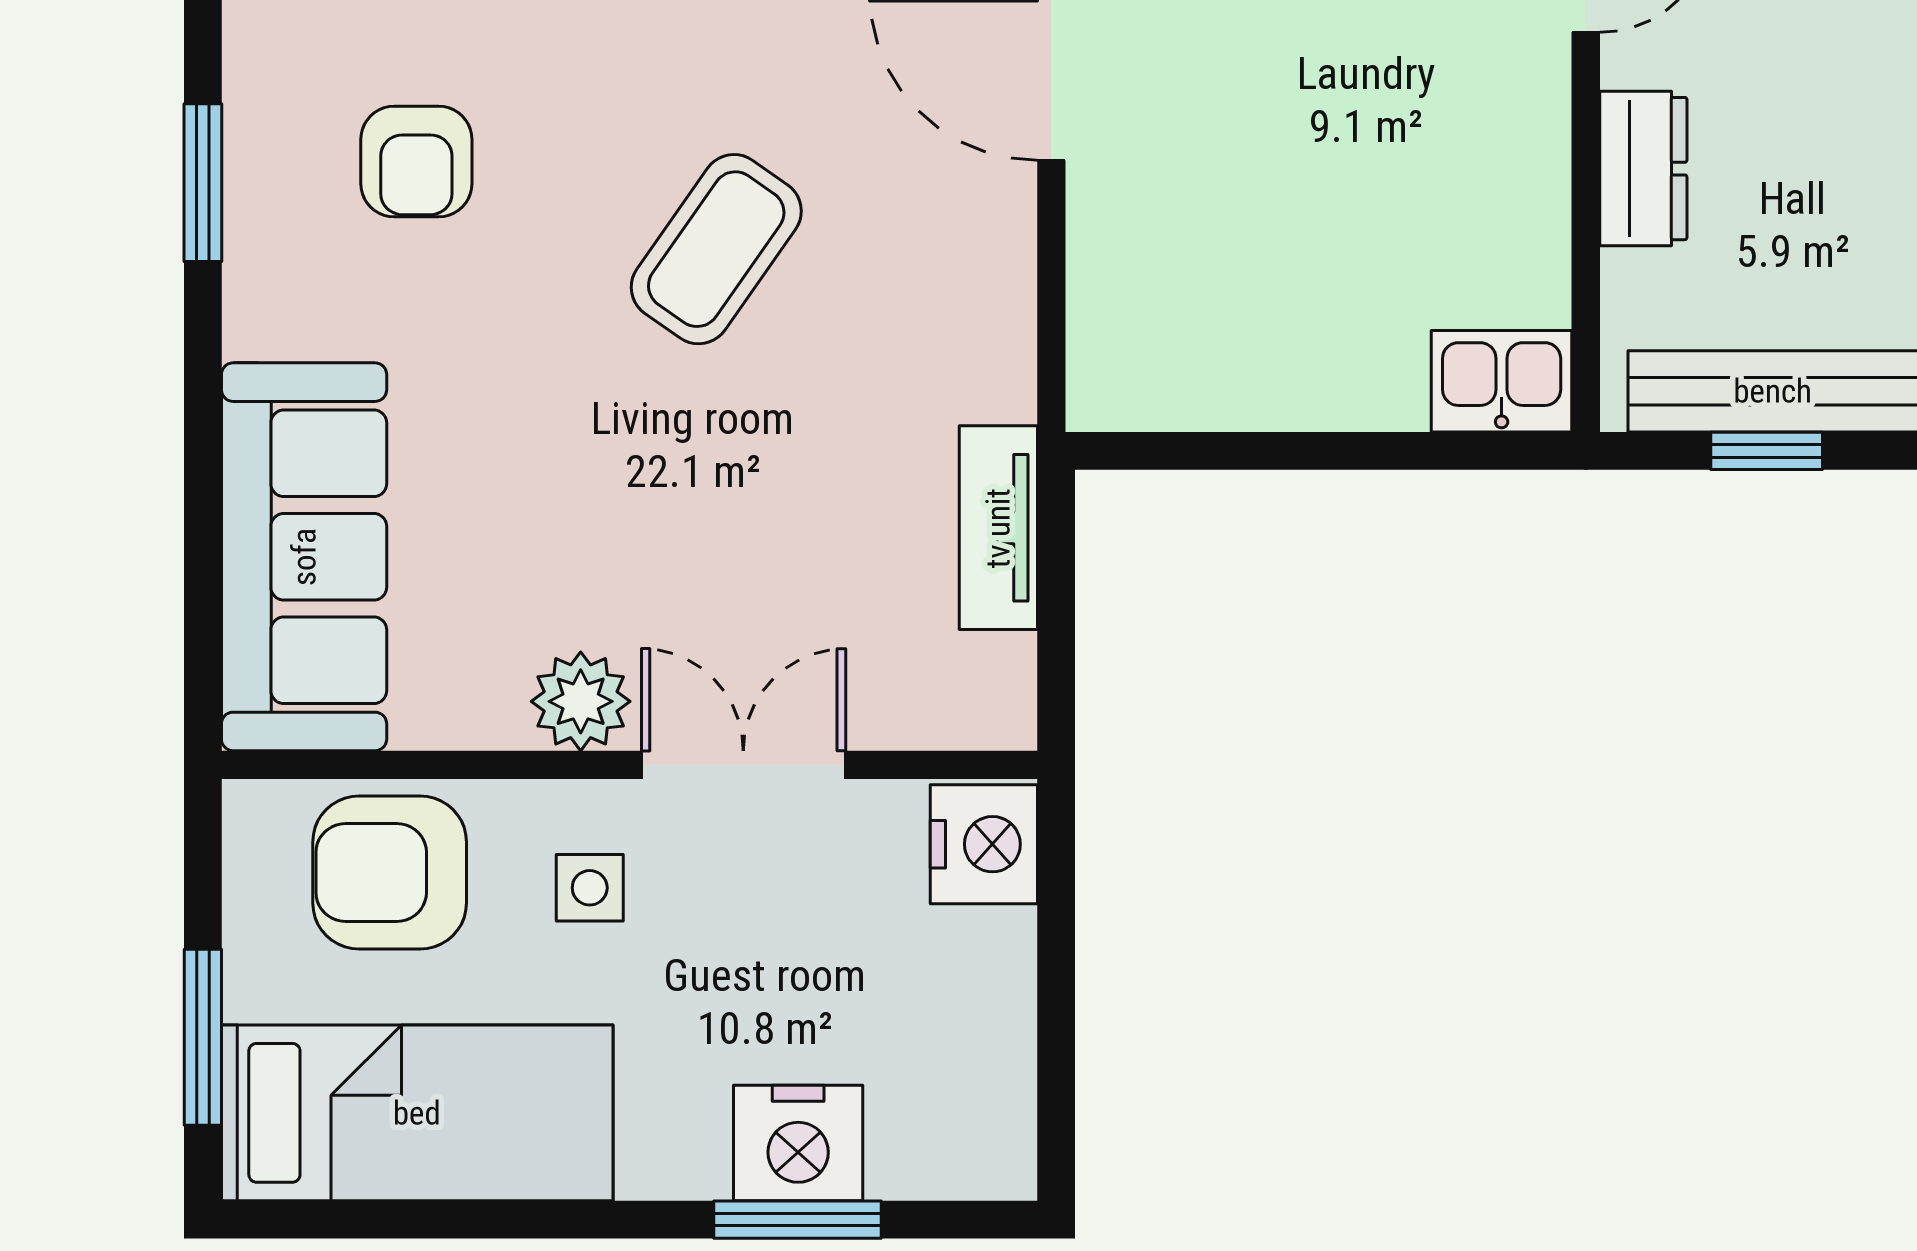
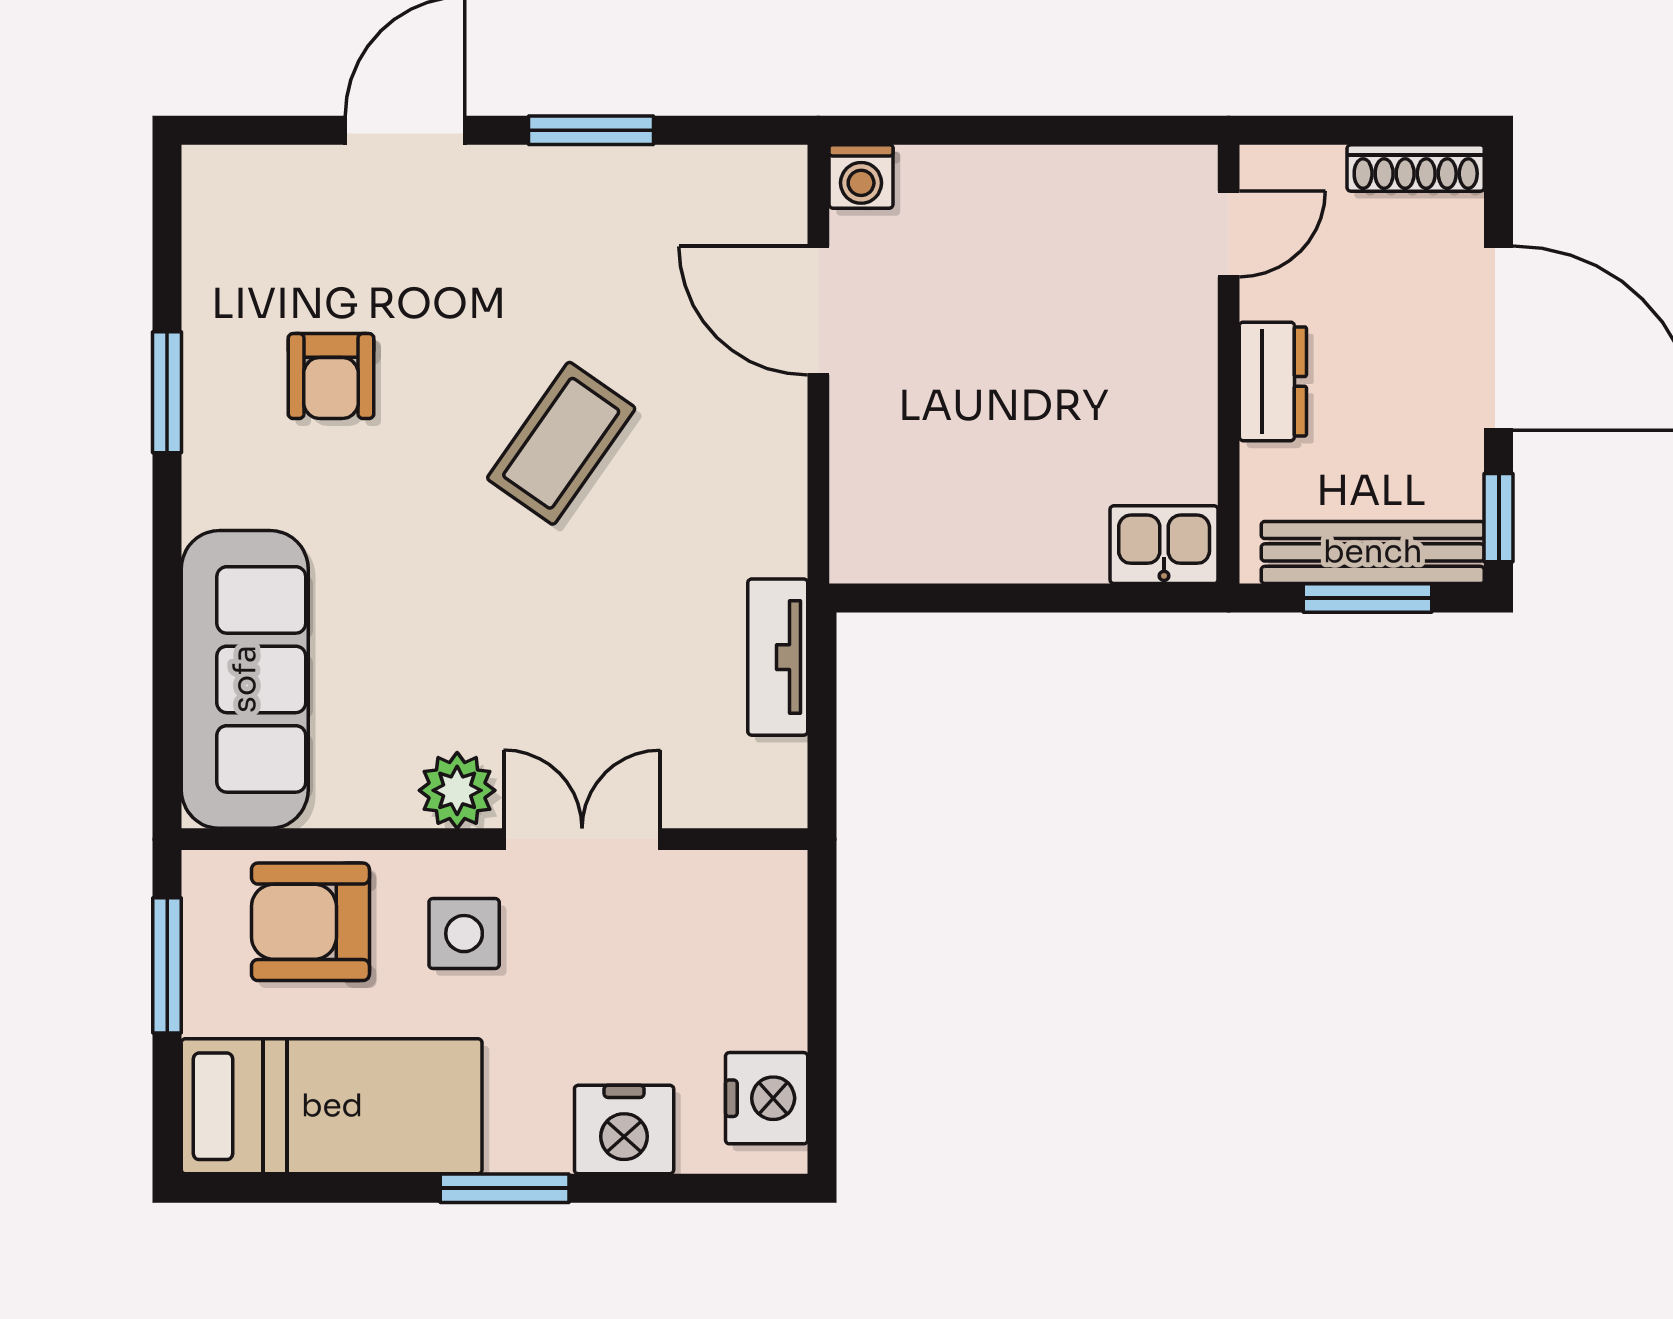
window: (1767, 451) -> (1367, 598), width x1.50
nightstand: (984, 844) -> (767, 1098), moved
side table: (590, 888) -> (464, 934), width x1.37, depth x1.37
window: (203, 1037) -> (167, 965), moved
window: (798, 1220) -> (505, 1188), moved

